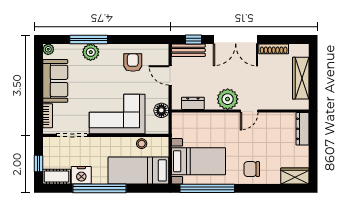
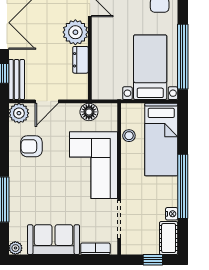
plant: (91, 52) -> (19, 113), moved
dresser: (193, 103) -> (80, 60), moved
nightstand: (81, 175) -> (172, 214), width x0.53, depth x0.56

